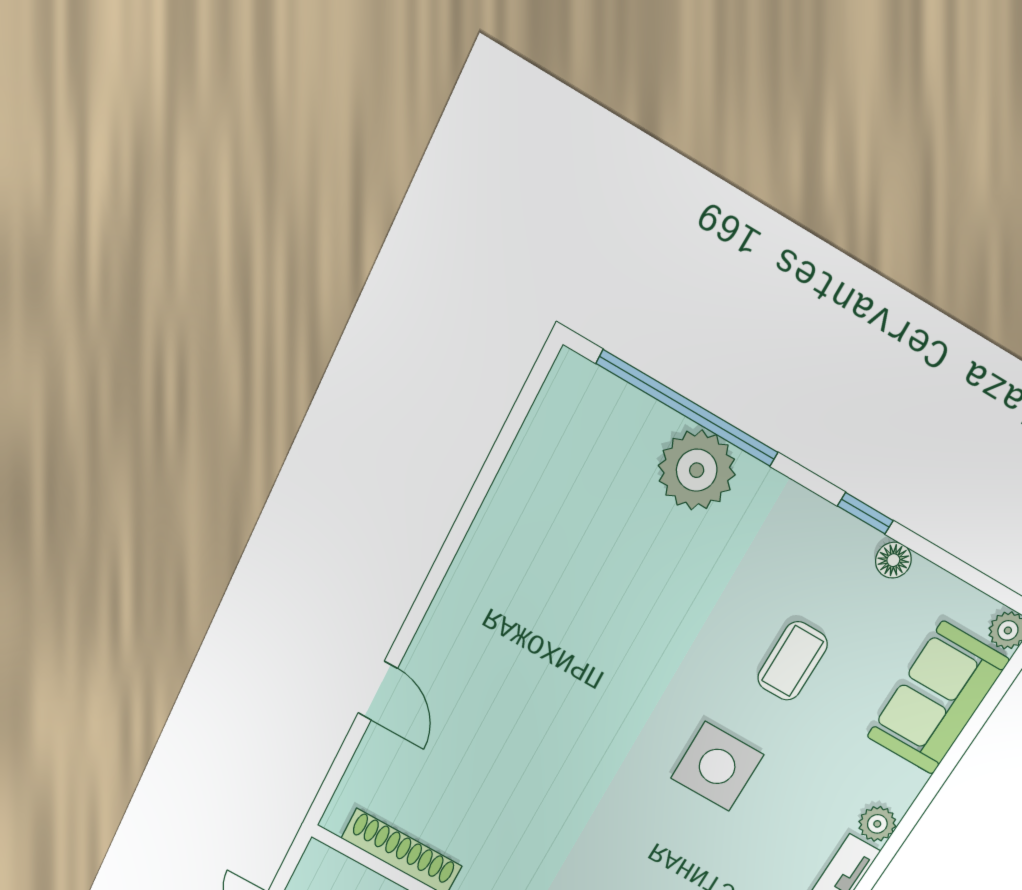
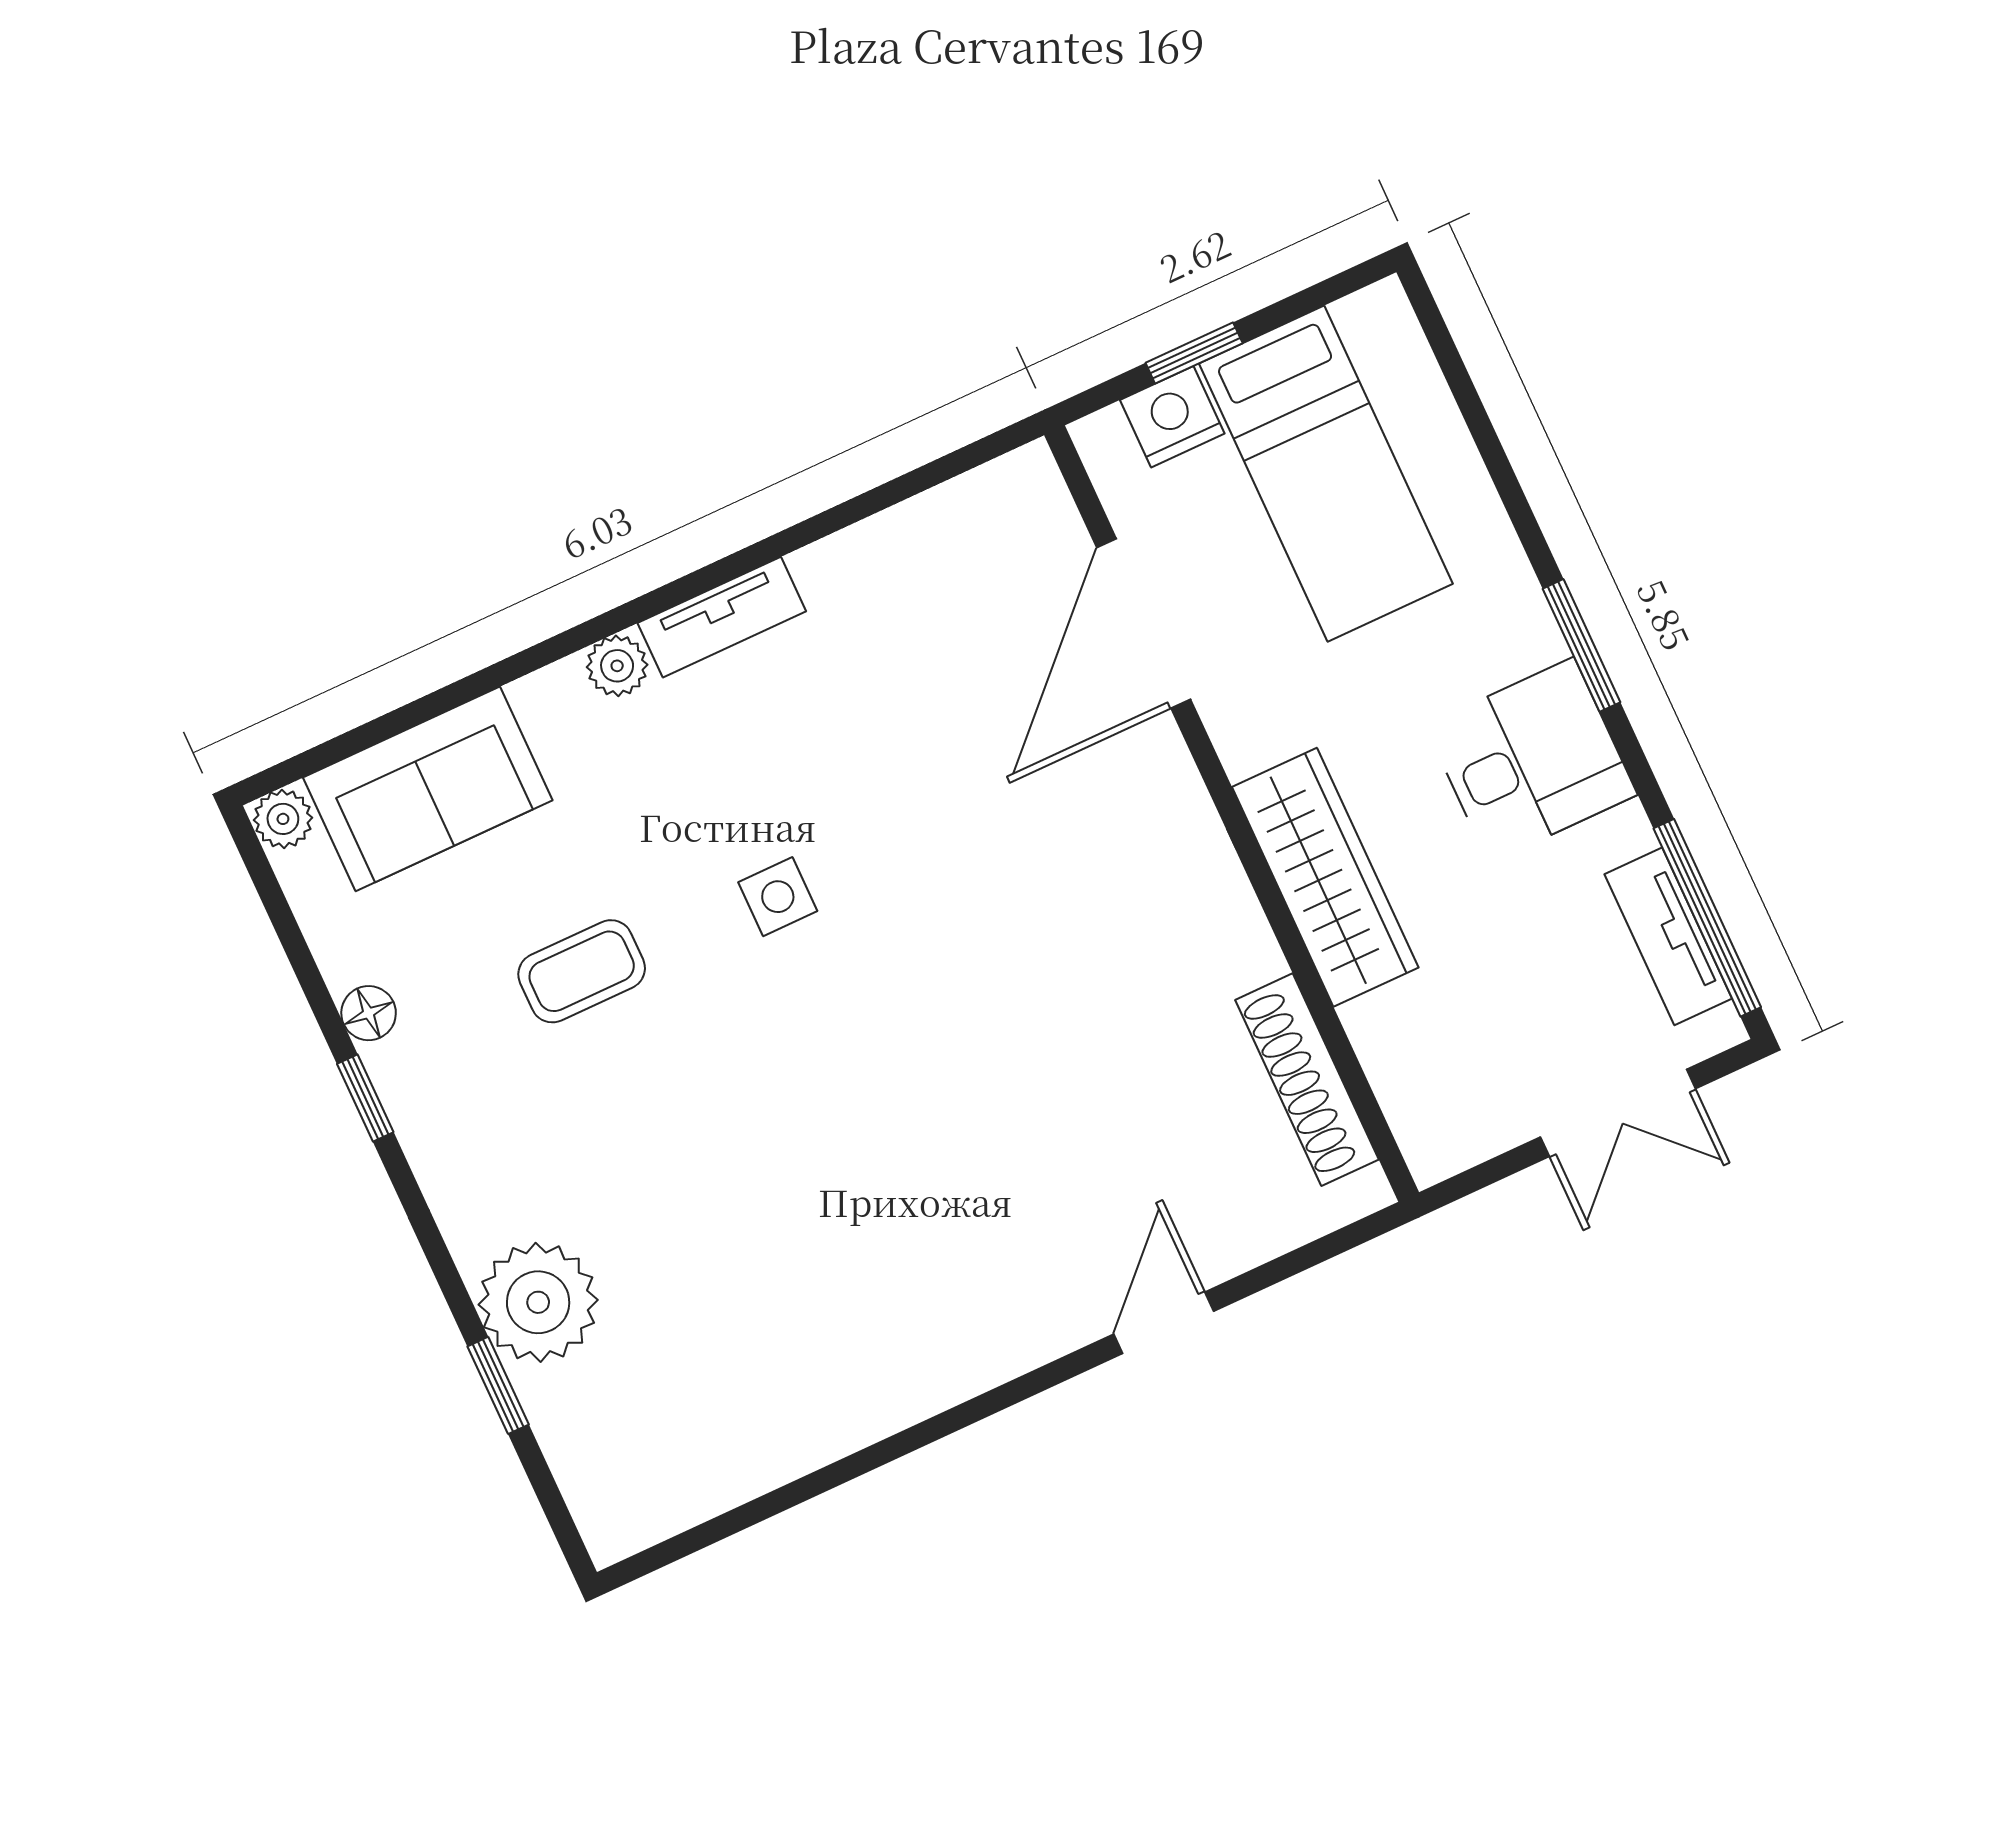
window: (687, 408) -> (498, 1385), width x0.32
side table: (717, 766) -> (778, 897), width x0.54, depth x0.54

